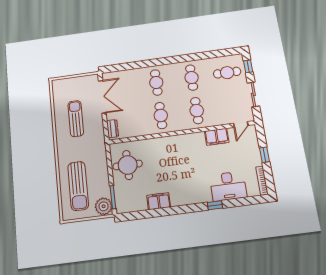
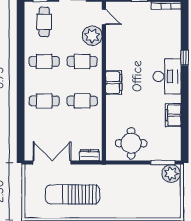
plant: (222, 116) -> (92, 36), added
sun lounger: (76, 119) -> (73, 194), width x1.36, depth x1.34
filing cabinet: (217, 137) -> (114, 83), moved
sun lounger: (78, 186) -> (146, 198), removed
desk: (228, 186) -> (167, 76), moved

